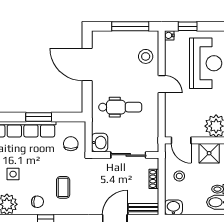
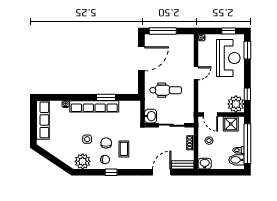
window: (130, 26) -> (163, 31), moved
window: (188, 26) -> (229, 31), moved
stool: (146, 56) -> (184, 53), removed
door: (87, 65) -> (141, 59), swing flipped
door: (162, 84) -> (196, 73), hinge flipped
chair: (71, 144) -> (106, 143), moved

